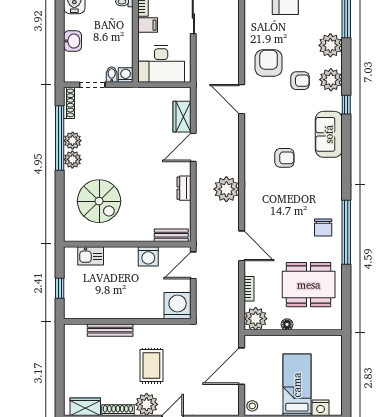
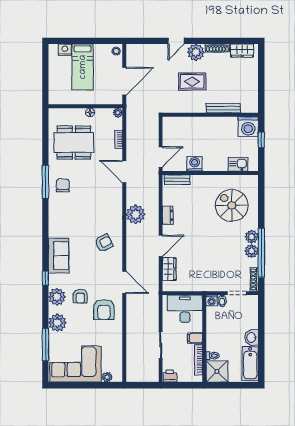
washbasin: (73, 41) -> (252, 338), moved
armchair: (300, 81) -> (80, 296), turned -90
armchair: (284, 158) -> (104, 243), moved, turned 153
window: (346, 232) -> (45, 182), width x0.68
washing machine: (178, 306) -> (248, 127), moved
plant: (256, 319) -> (118, 113), width x0.53, depth x0.53
rug: (151, 366) -> (192, 82), turned 90

